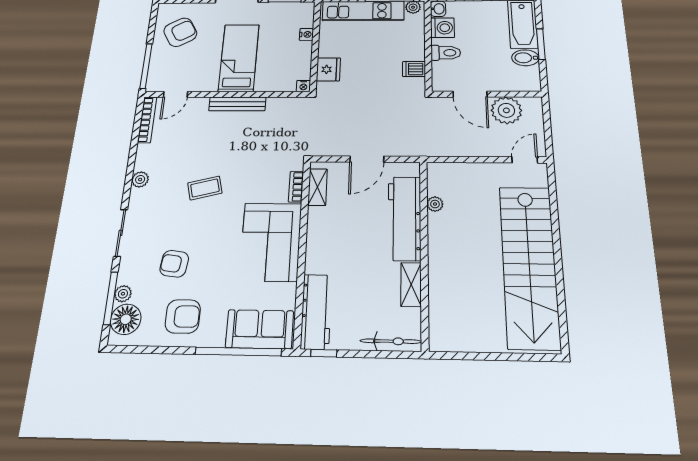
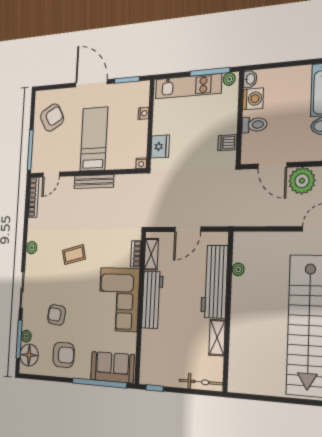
workbench: (316, 312) -> (152, 300), moved

